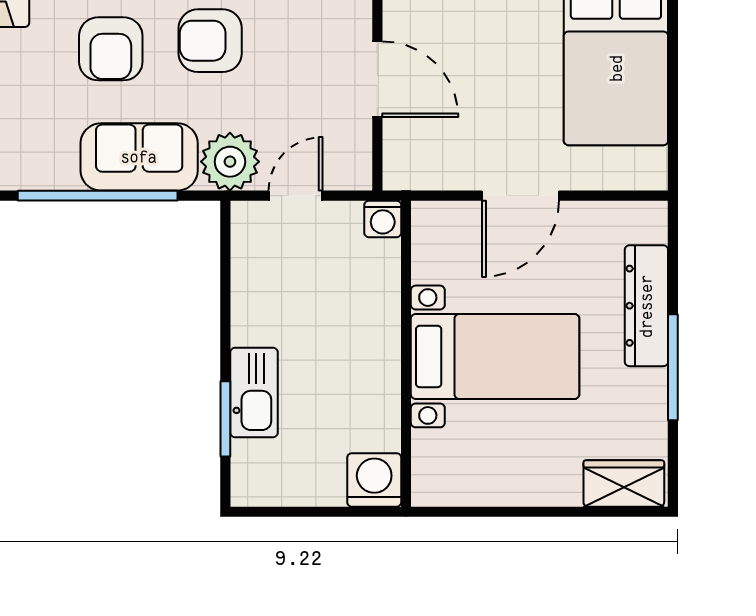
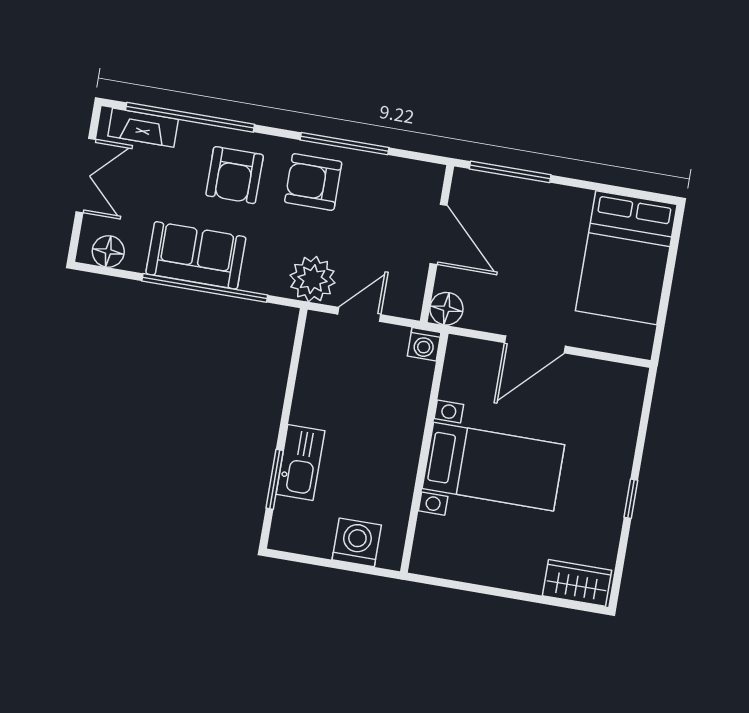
sofa: (139, 157) -> (196, 255), moved
floor lamp: (403, 170) -> (446, 309), added
dresser: (646, 306) -> (618, 447), removed
window: (673, 367) -> (631, 499), width x0.46
washing machine: (374, 480) -> (357, 542), moved

